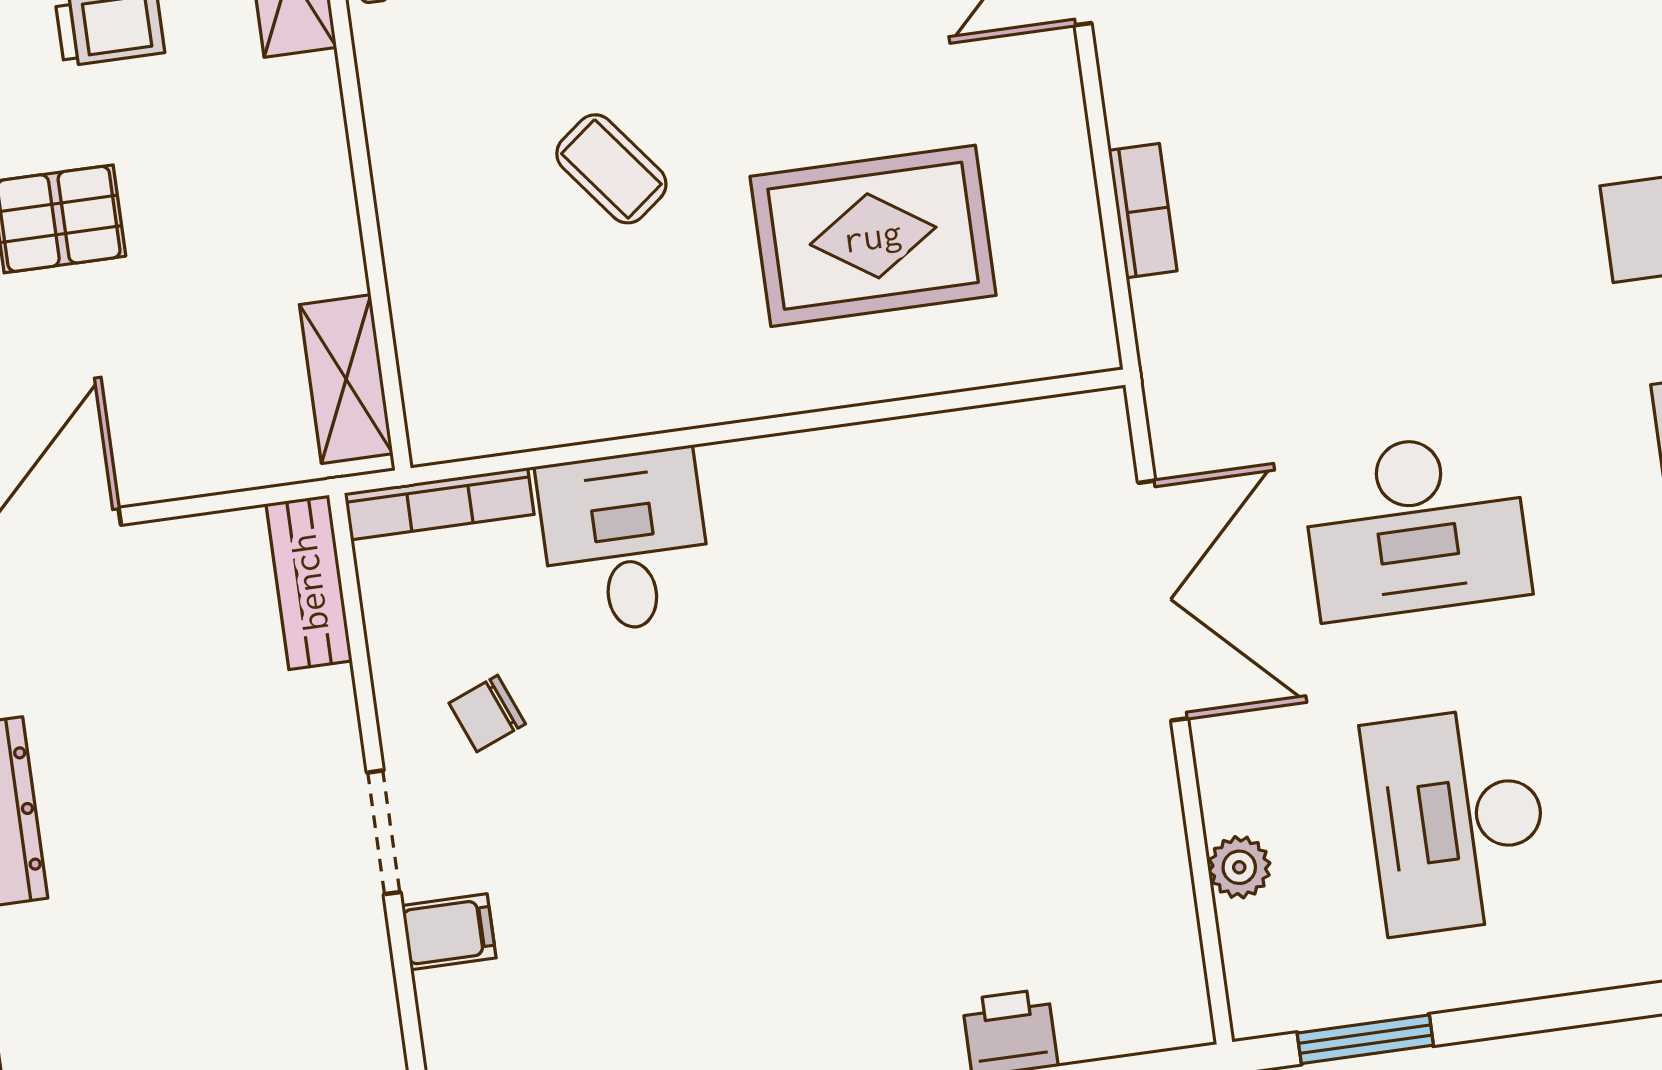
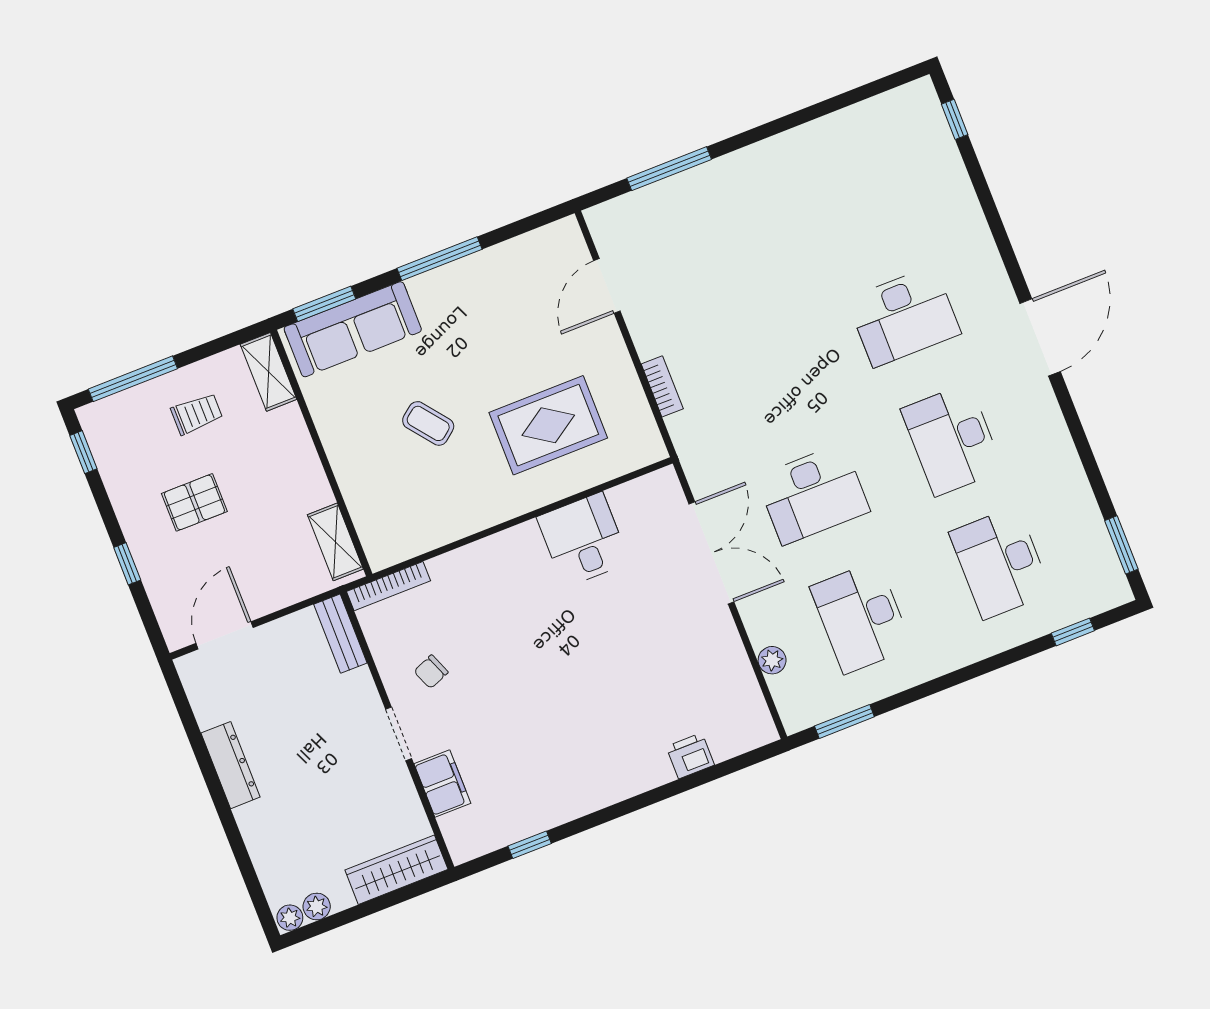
desk: (625, 541) -> (583, 540), moved
filing cabinet: (449, 932) -> (442, 784), width x2.00

